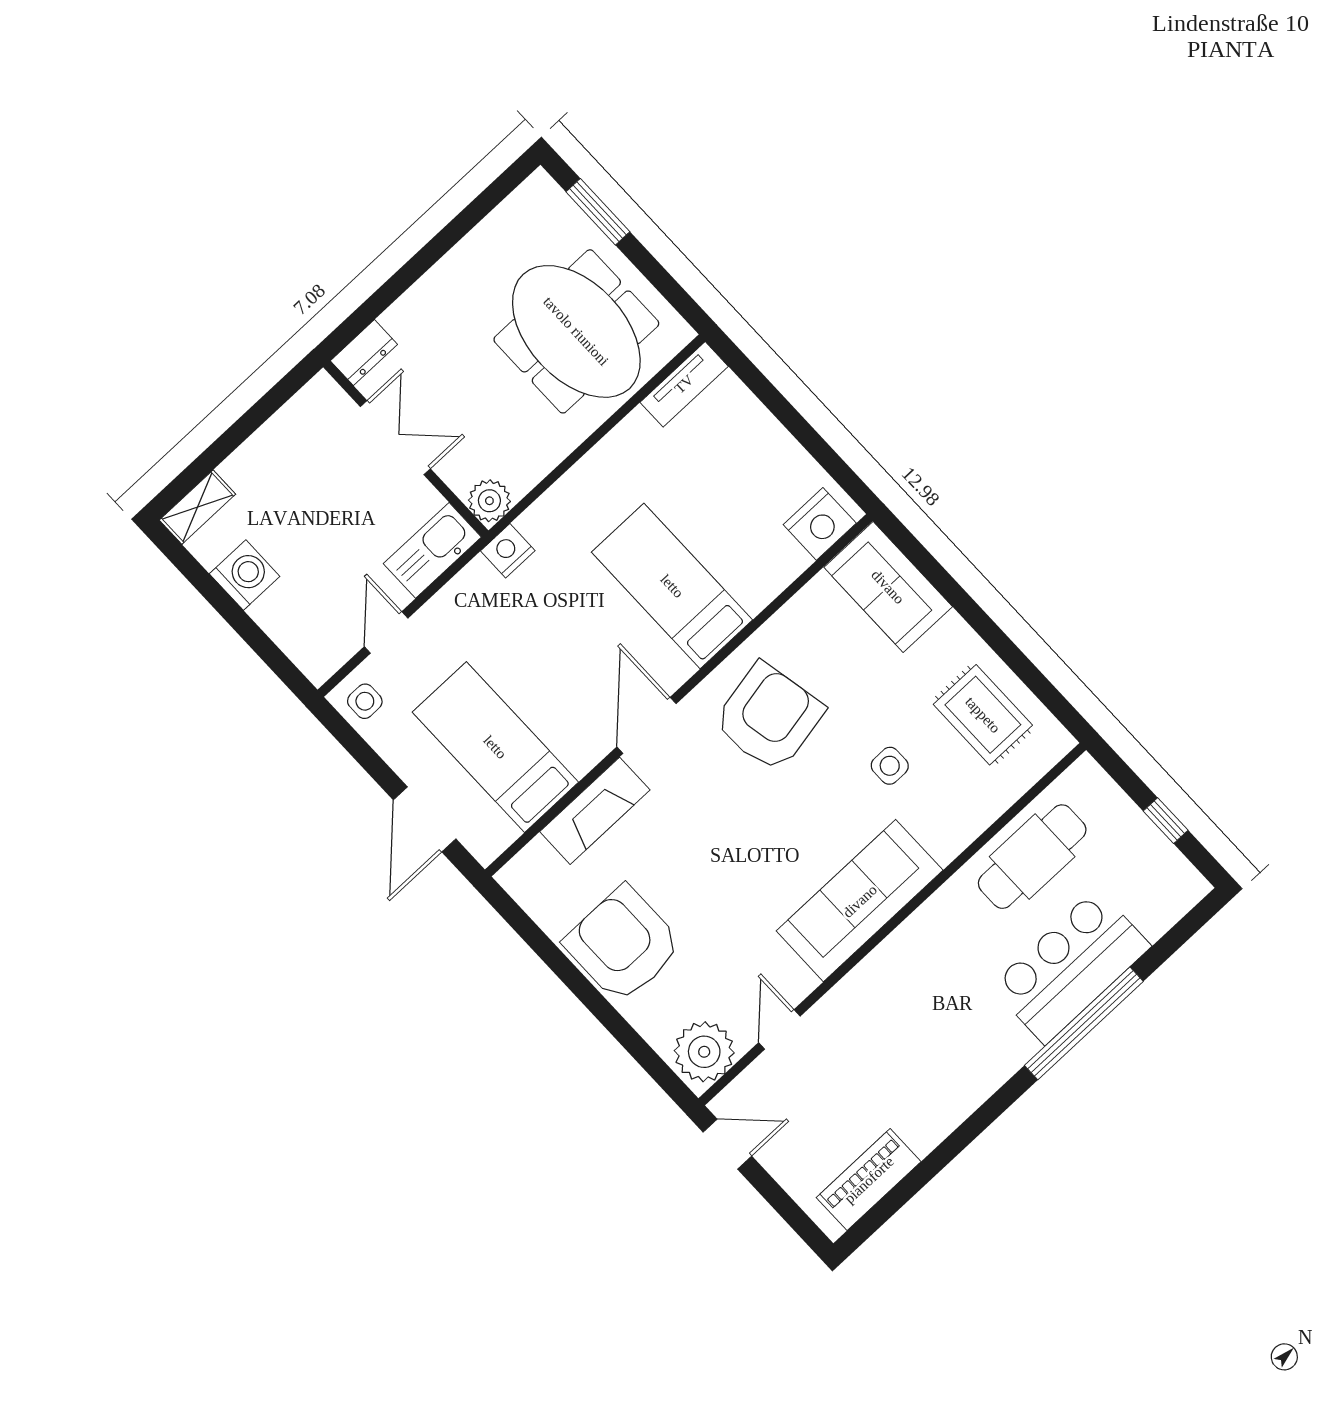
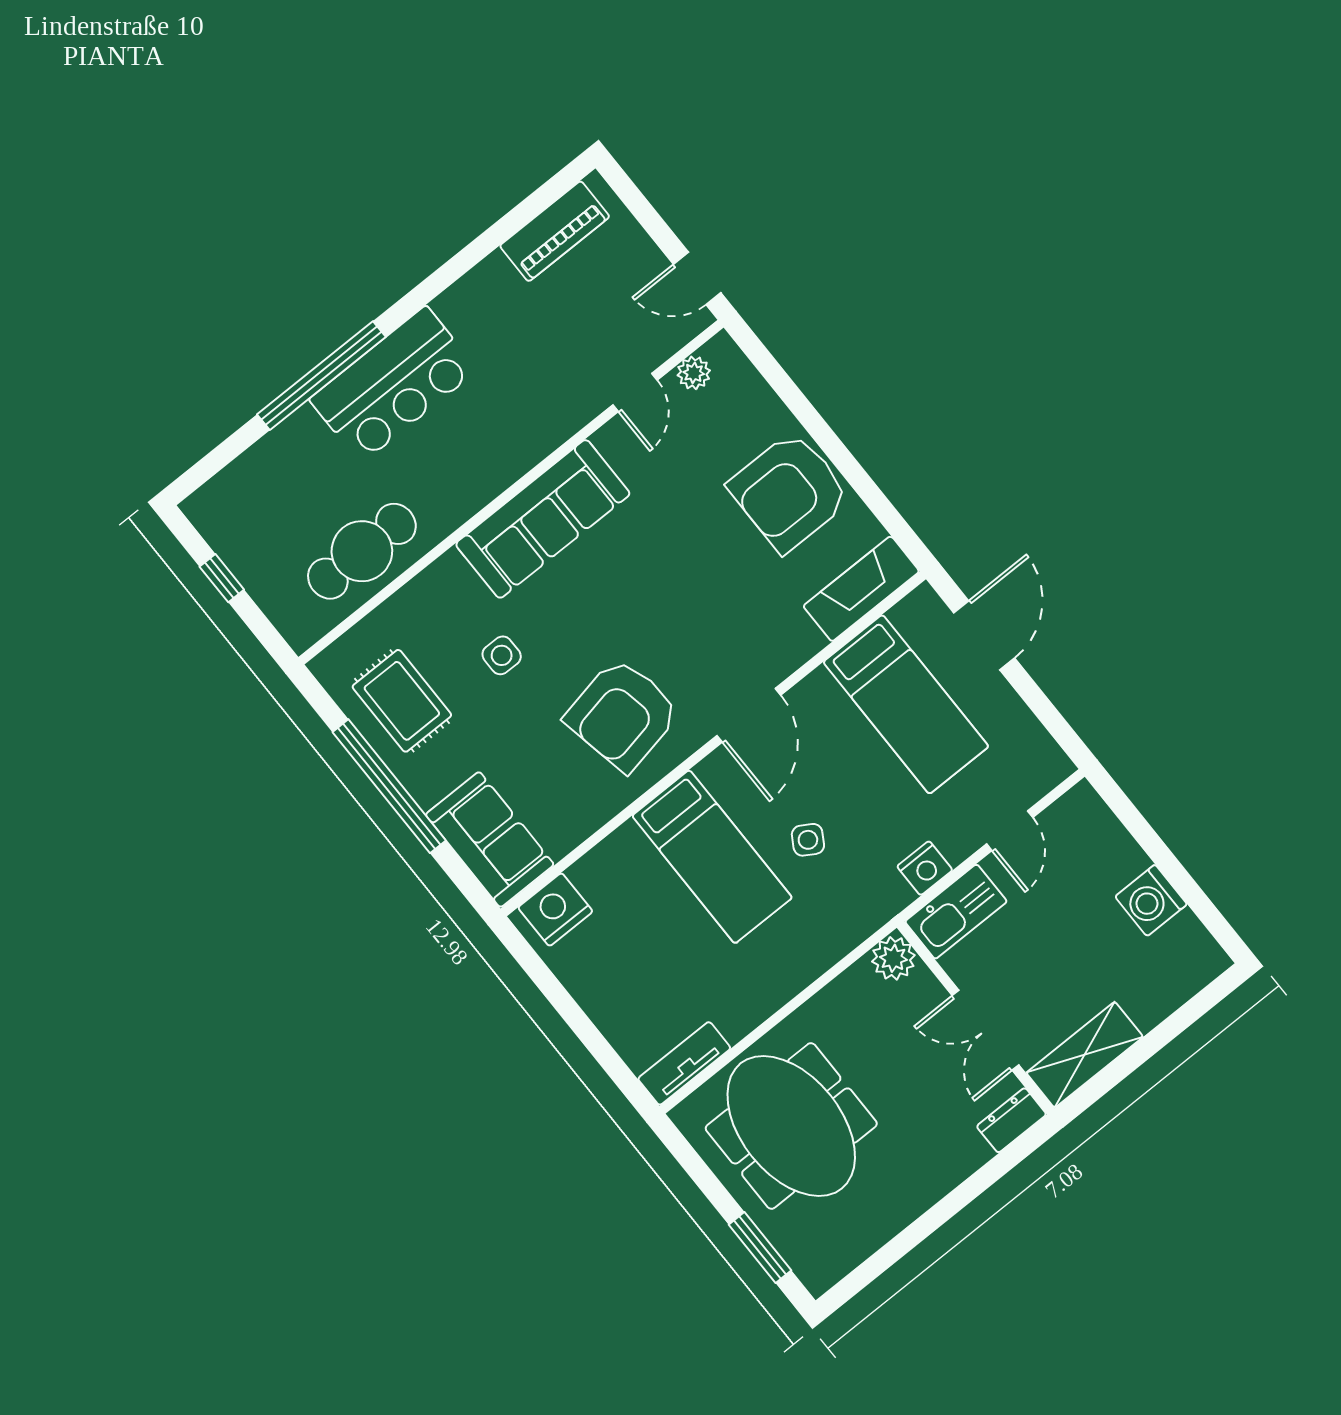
shelving: (197, 507) -> (1085, 1055), moved, width x1.50, depth x1.33
nightstand: (508, 551) -> (925, 868), moved
window: (989, 631) -> (389, 786), added
side table: (365, 701) -> (808, 840), moved, turned 31
fireplace: (595, 811) -> (861, 589), moved
armchair: (623, 944) -> (789, 492), turned 90
bar counter: (1071, 966) -> (393, 385), moved
plant: (704, 1052) -> (694, 373), width x0.53, depth x0.53

